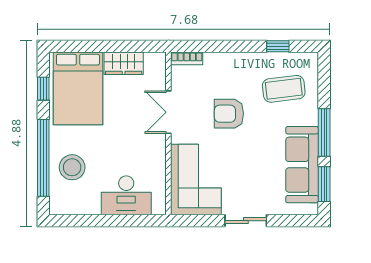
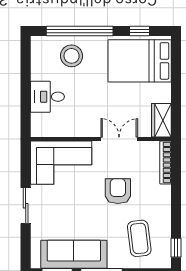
window: (278, 46) -> (176, 248), moved
bookcase: (187, 58) -> (166, 163), width x1.56
wardrobe: (124, 63) -> (161, 120), moved
desk: (126, 195) -> (47, 97), width x0.73

